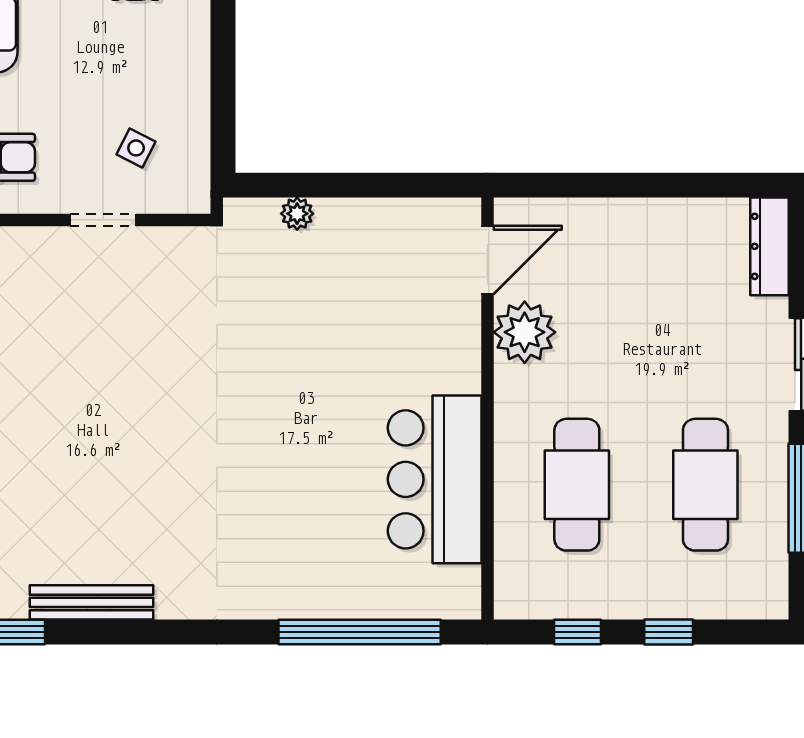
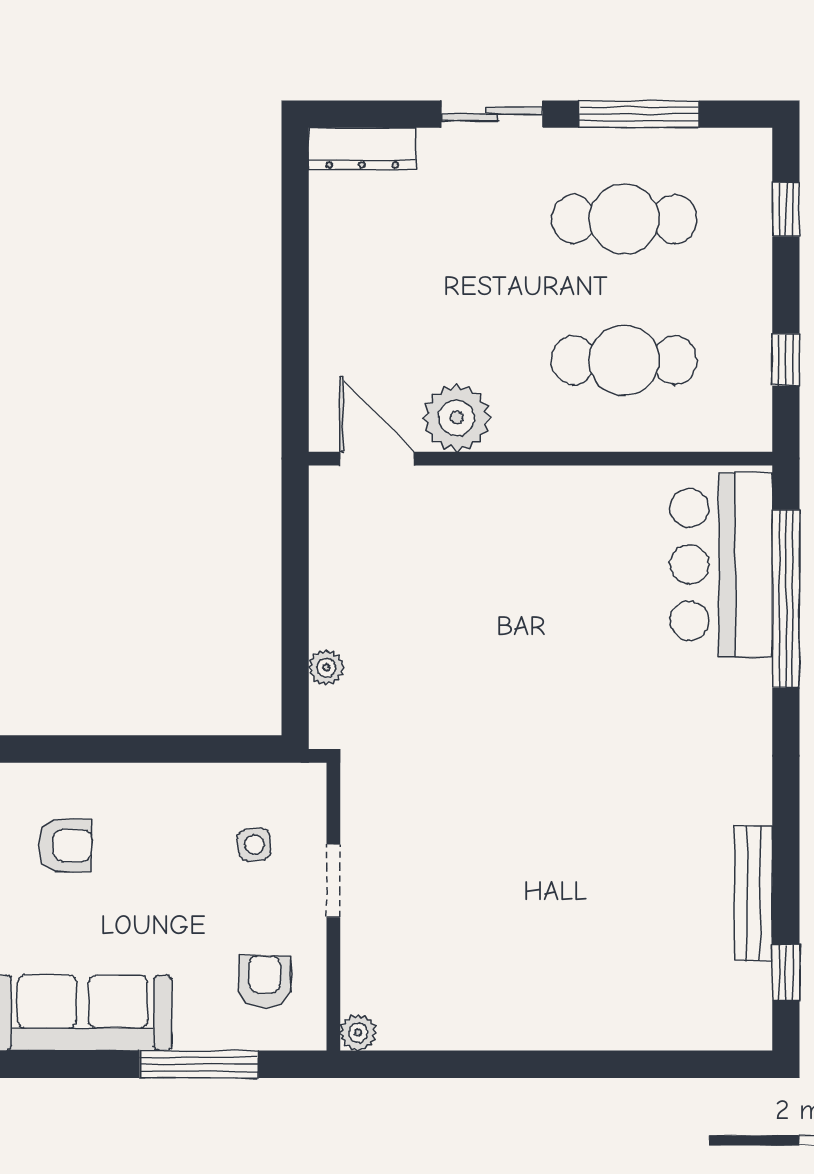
side table: (136, 148) -> (254, 845), turned -31
bar counter: (435, 479) -> (721, 564), moved, turned 90
window: (669, 632) -> (786, 209), moved

